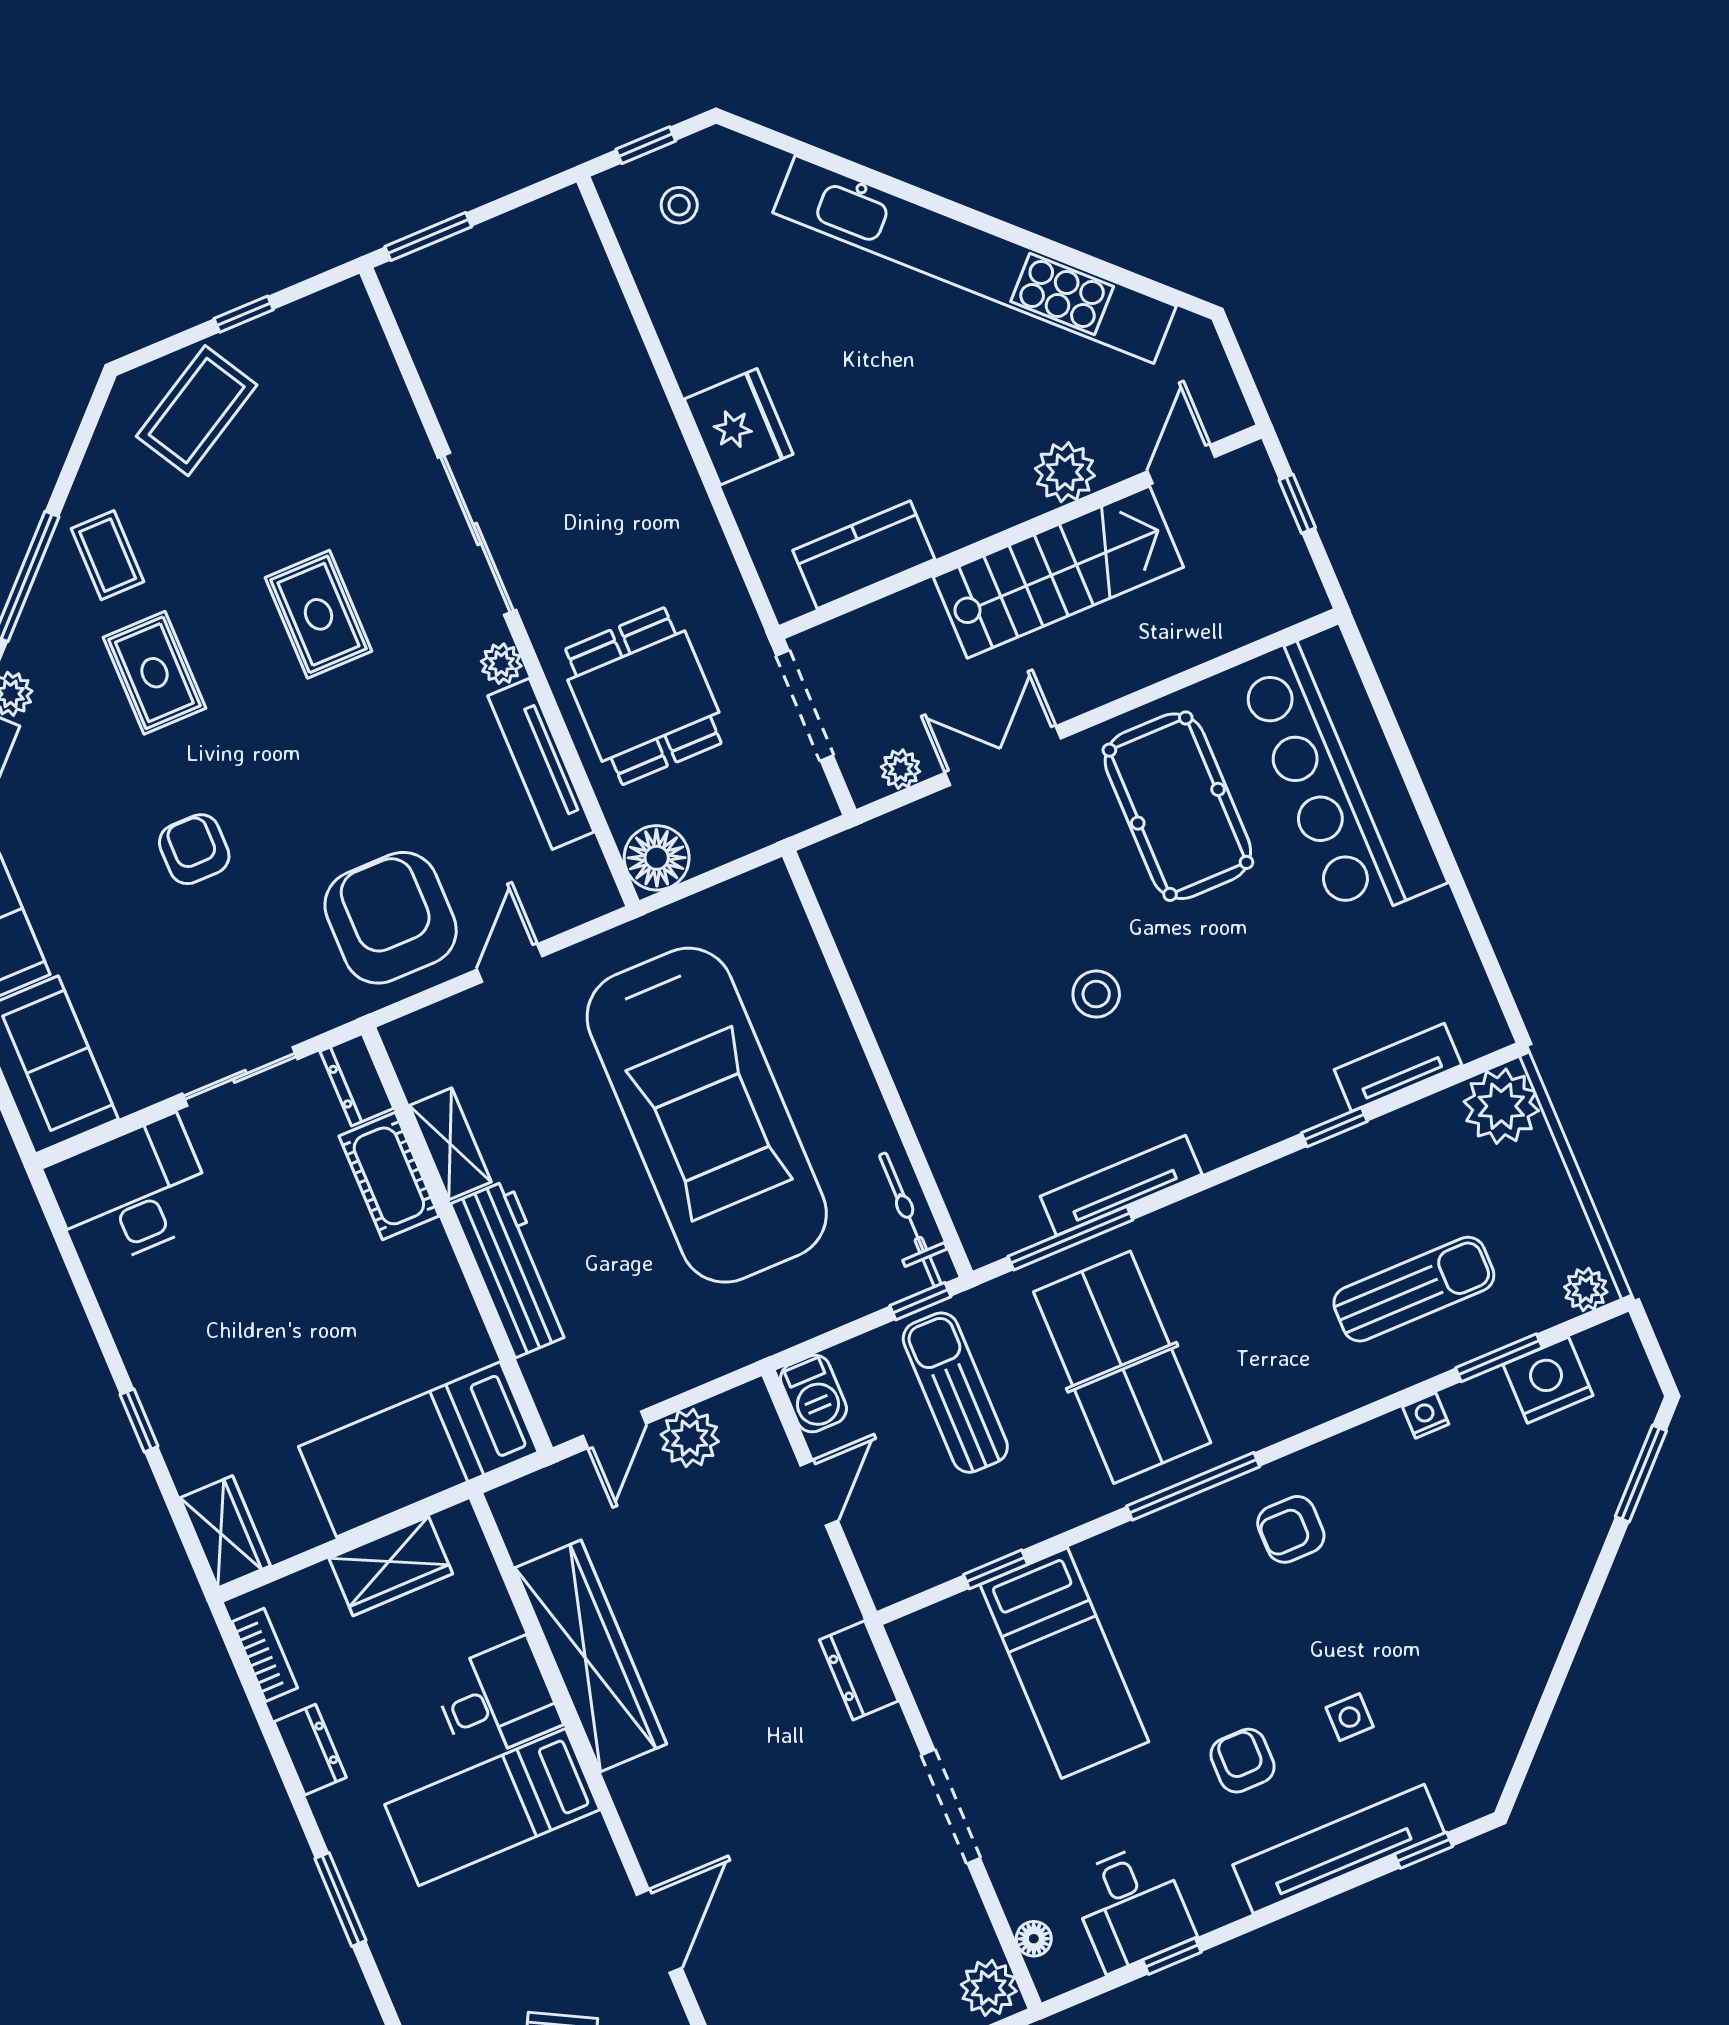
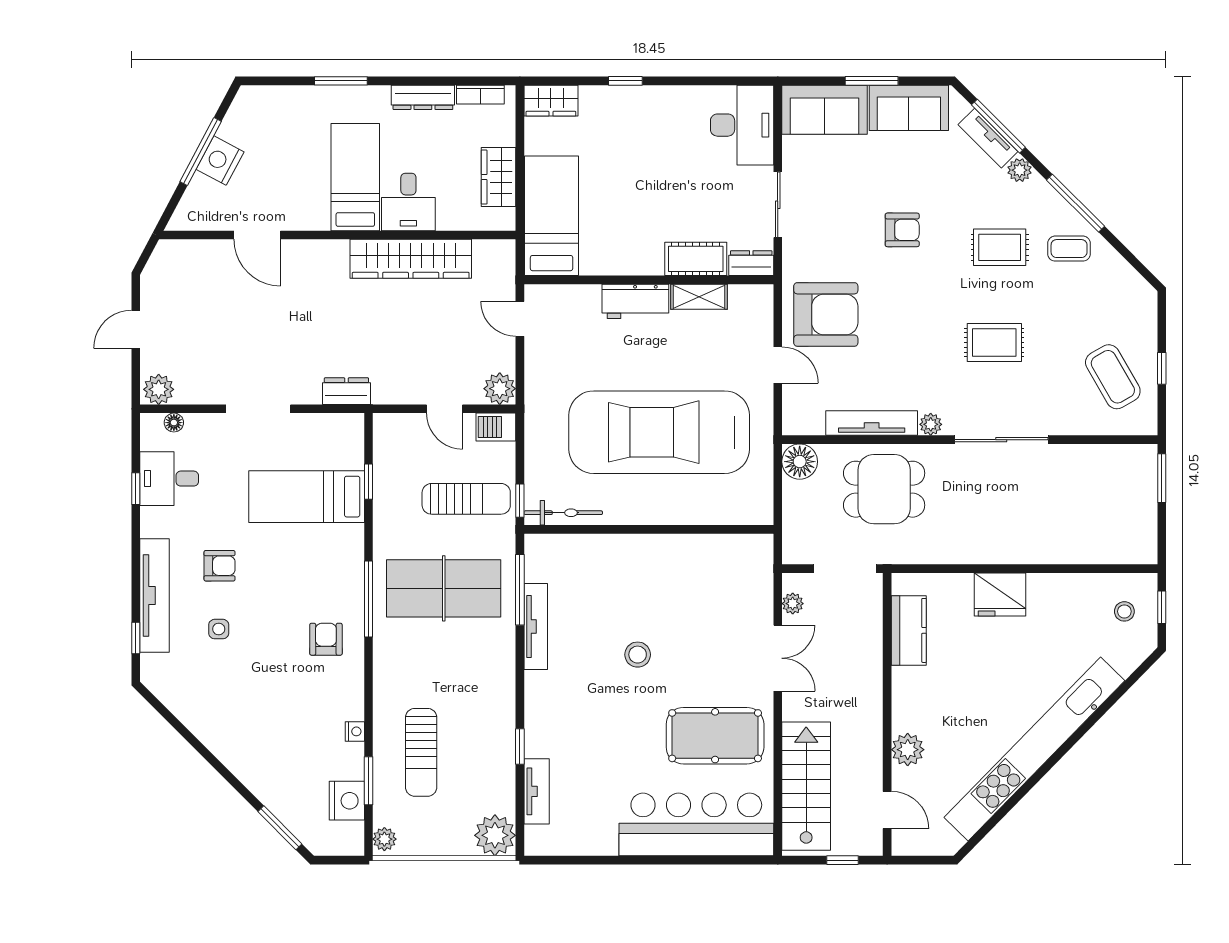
coffee table: (197, 411) -> (1113, 377), moved
stairs: (1058, 572) -> (806, 786), moved, turned 180
workbench: (512, 1269) -> (635, 301), width x0.73
plant: (690, 1438) -> (500, 389), moved
dresser: (310, 1750) -> (423, 97), width x1.44

